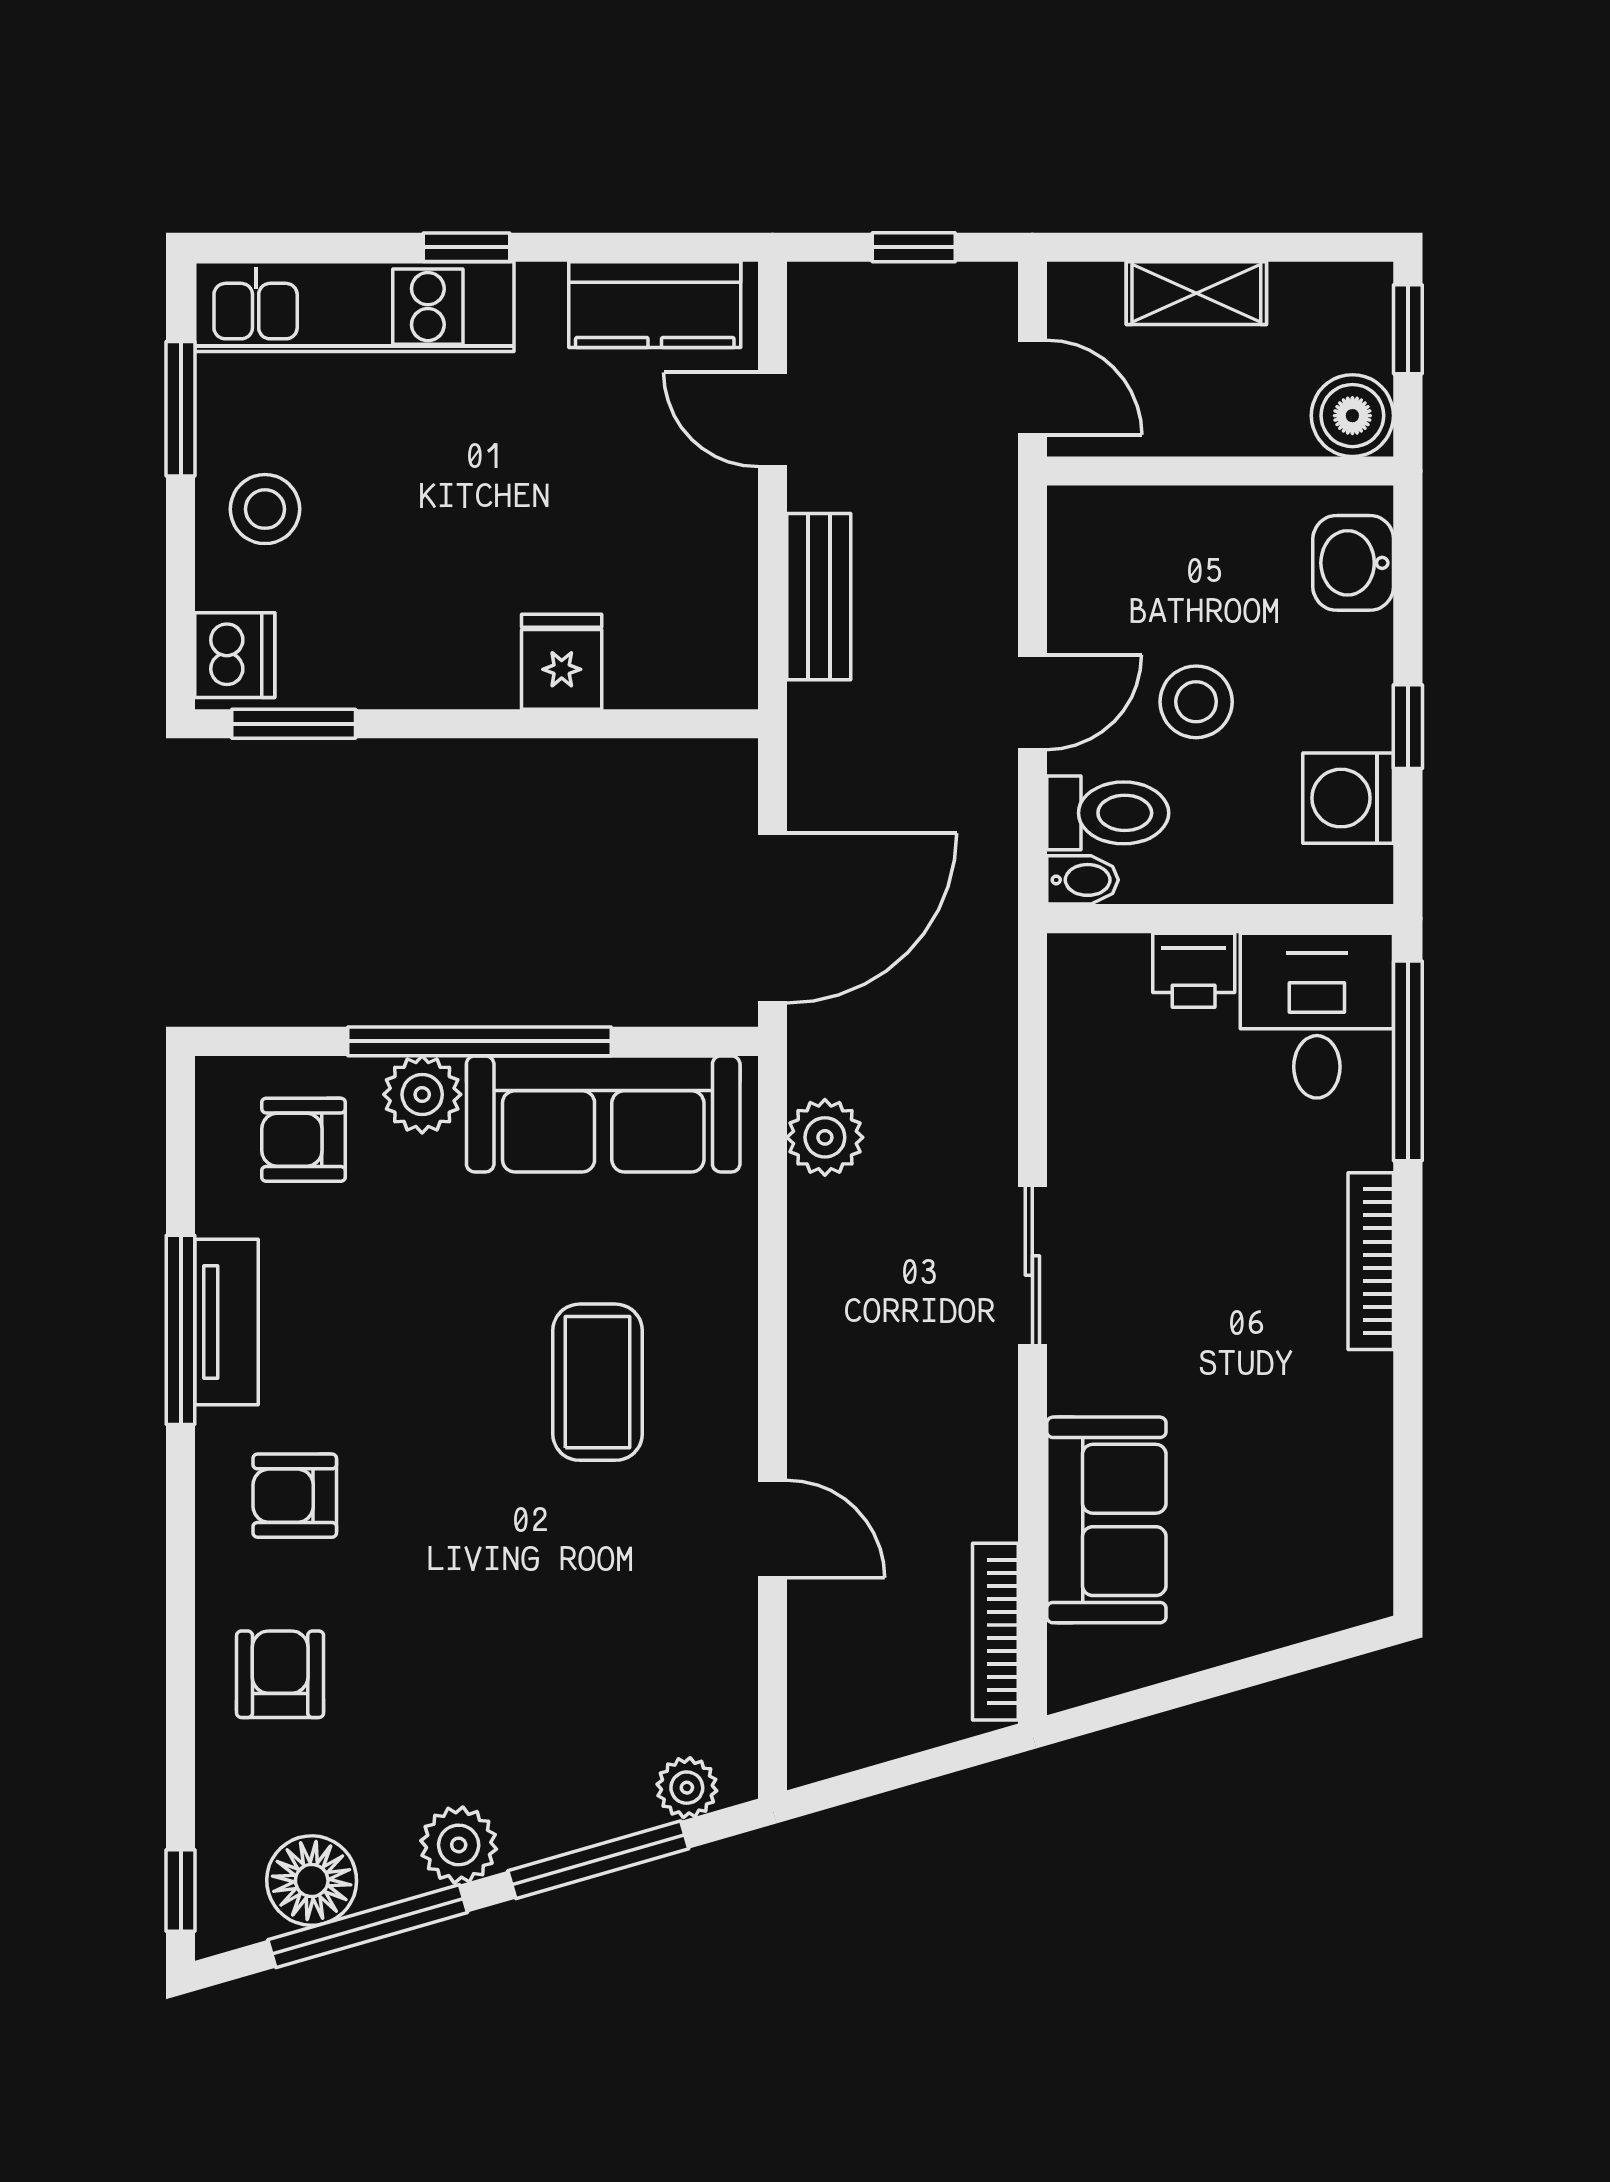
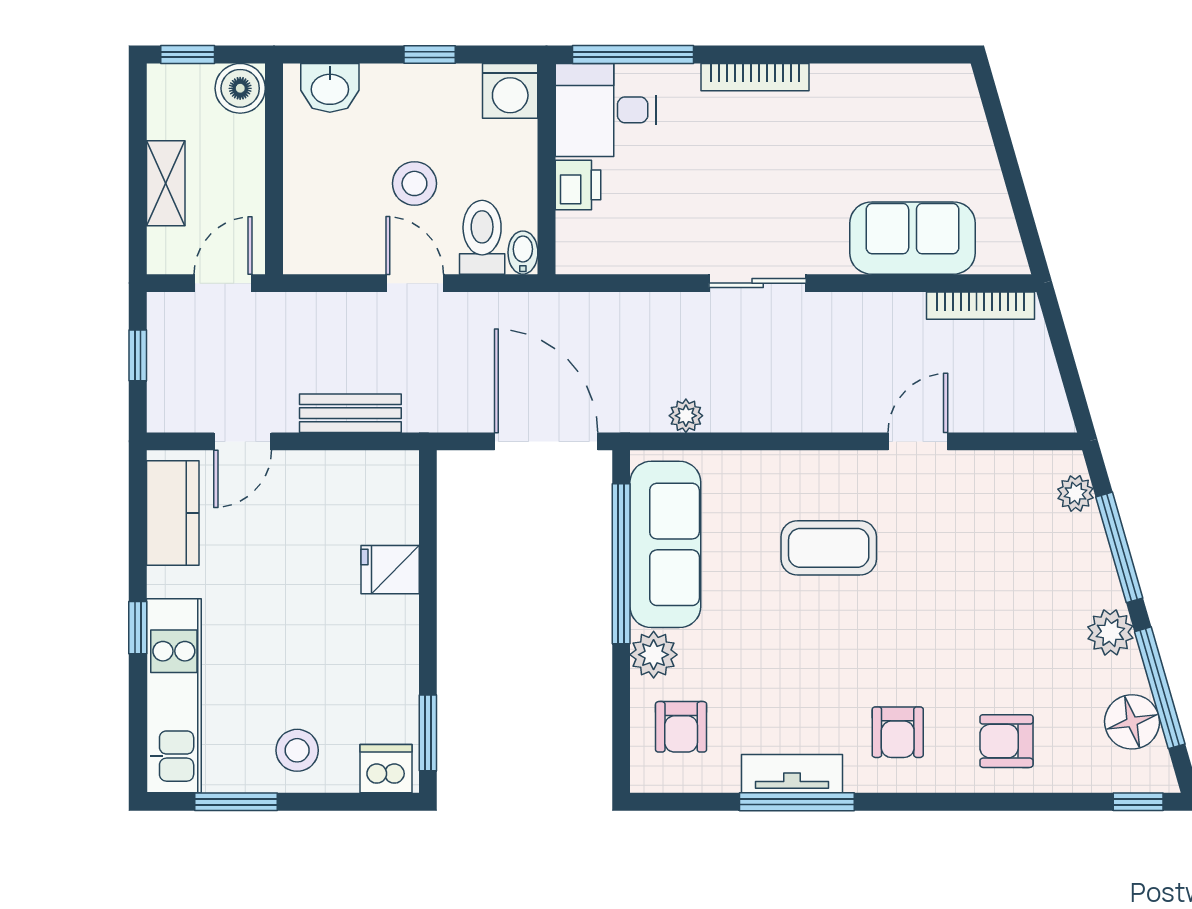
washing machine: (1348, 798) -> (510, 91), moved
window: (479, 1041) -> (621, 564), moved
plant: (825, 1137) -> (686, 416), width x0.73, depth x0.73

